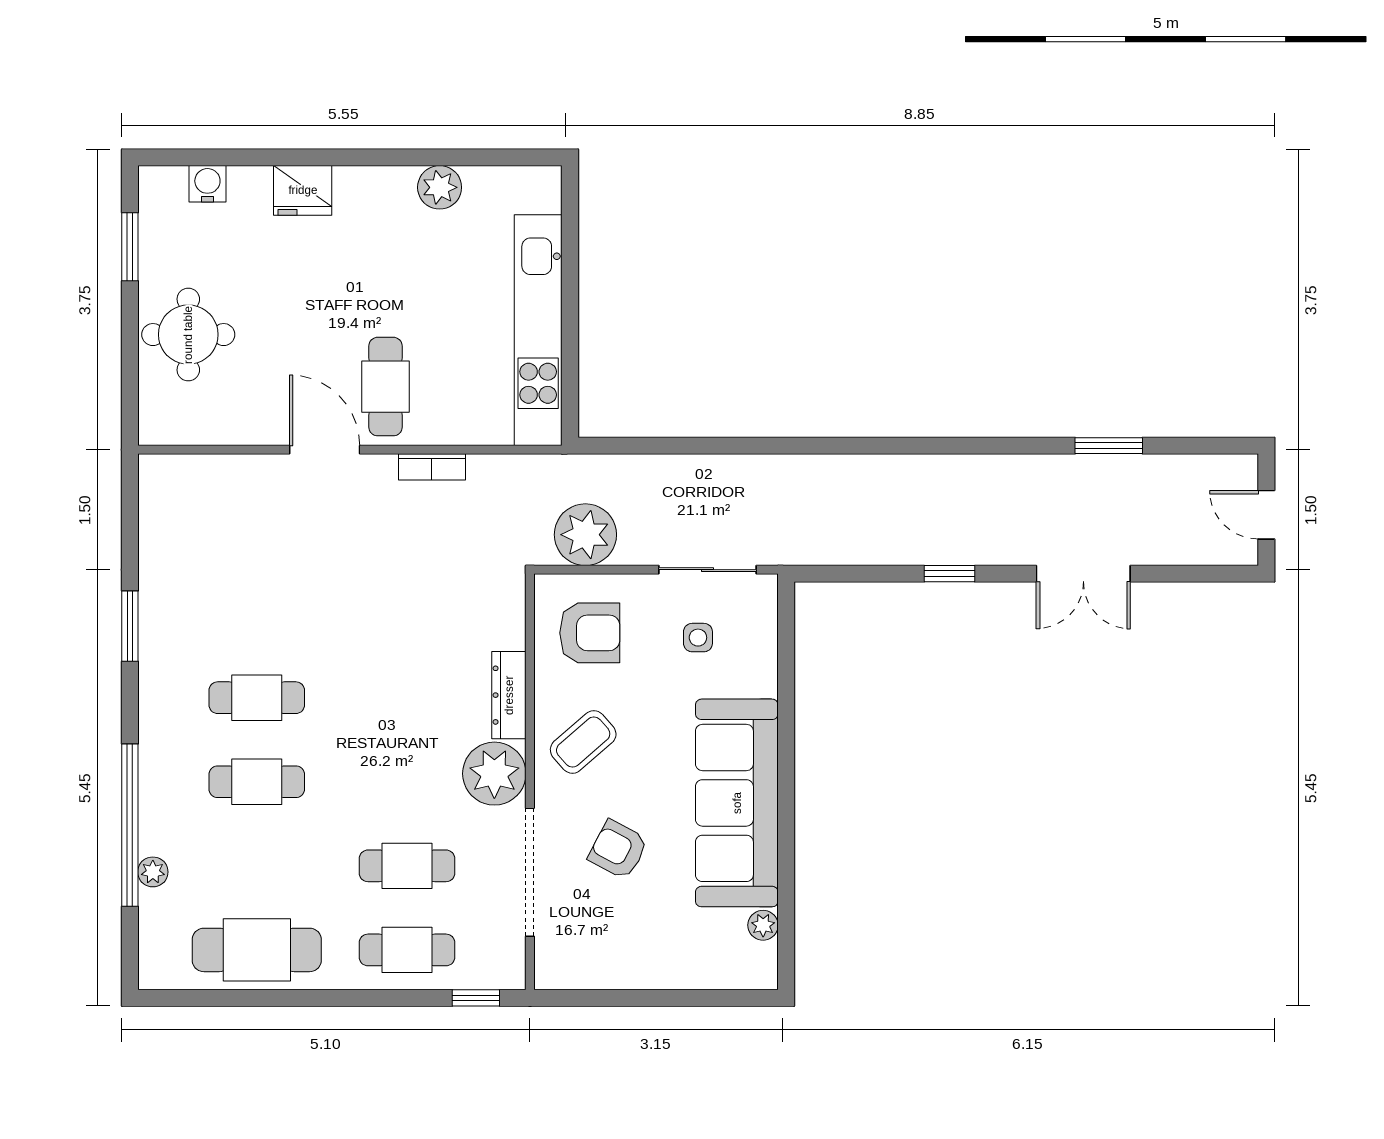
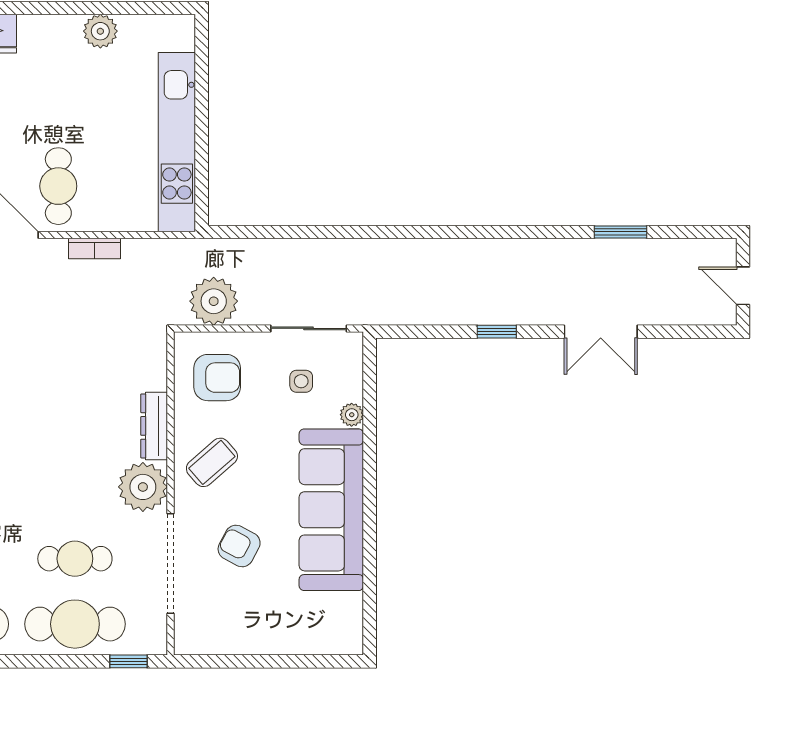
plant: (763, 925) -> (352, 415), moved
cafe table: (407, 950) -> (75, 624), width x1.37, depth x1.35

